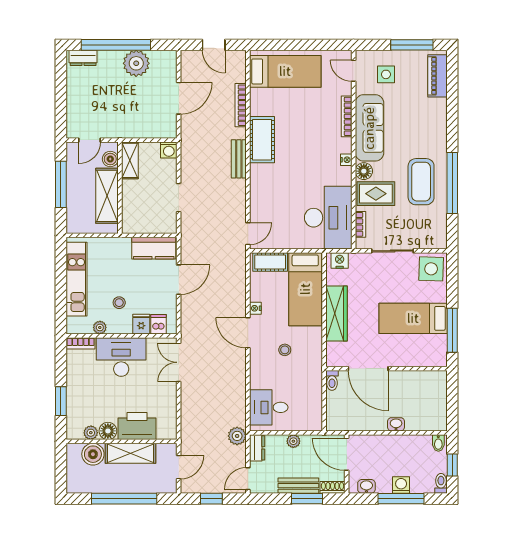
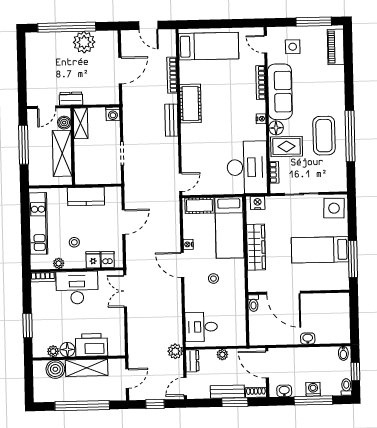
dresser: (83, 58) -> (71, 99), moved, turned 180
kitchen counter: (154, 248) -> (86, 196), moved

